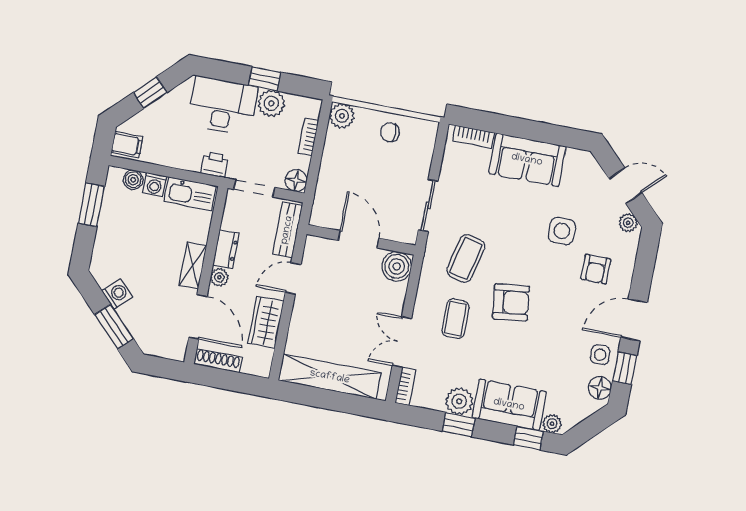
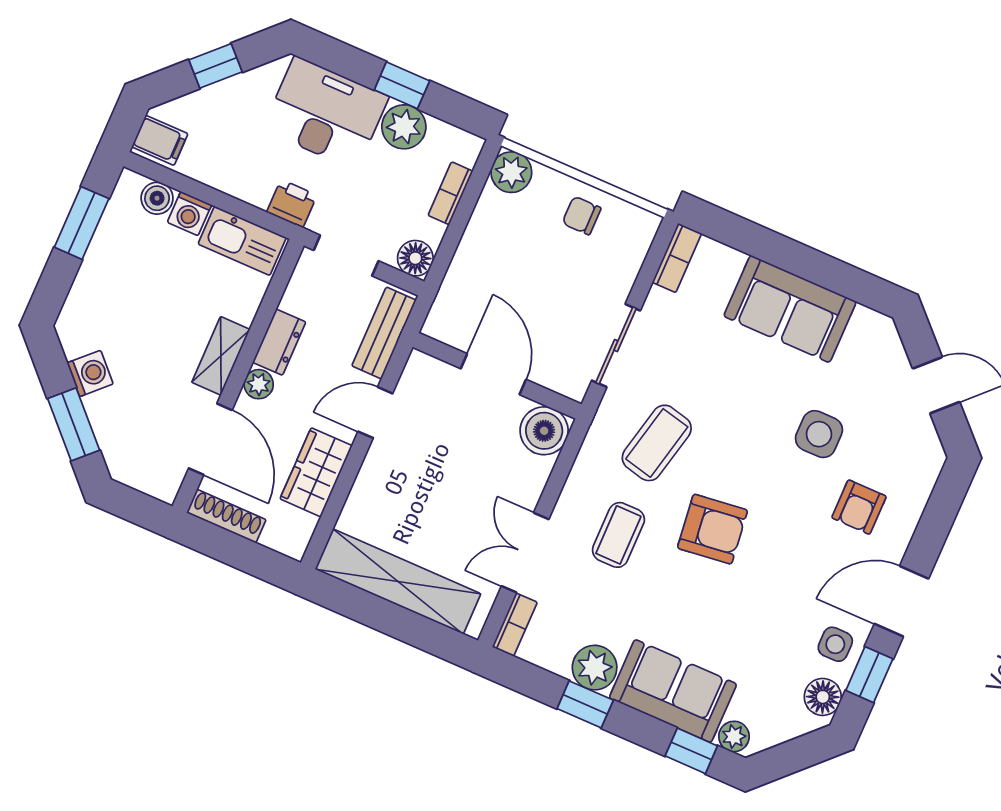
bookcase: (473, 137) -> (677, 258), moved, turned -90
plant: (628, 223) -> (927, 445), removed

